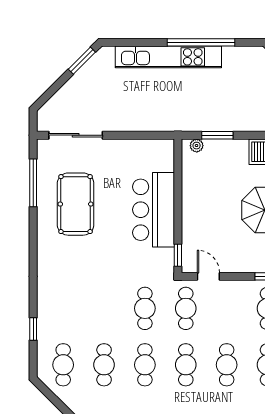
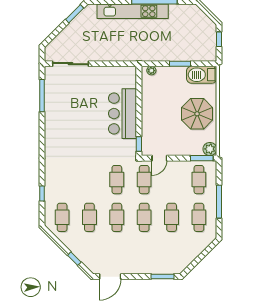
window: (217, 135) -> (180, 64), moved
pool table: (76, 204) -> (70, 110), removed
door: (208, 276) -> (159, 158), swing flipped

